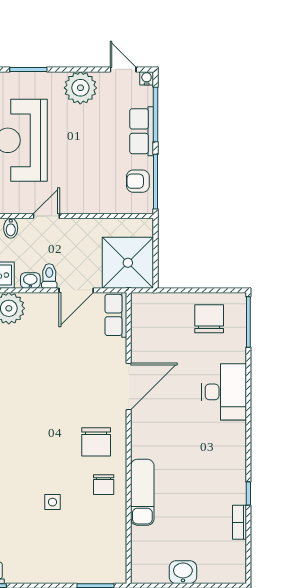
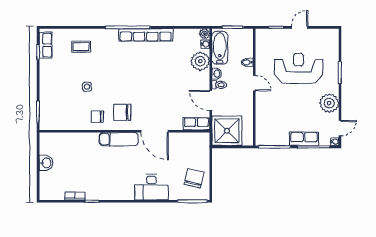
armchair: (138, 181) -> (275, 137), removed
chair: (209, 319) -> (194, 178), turned -77
exam couch: (142, 492) -> (119, 139), moved

